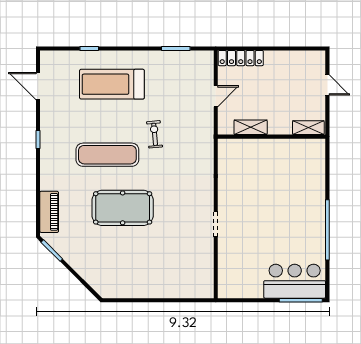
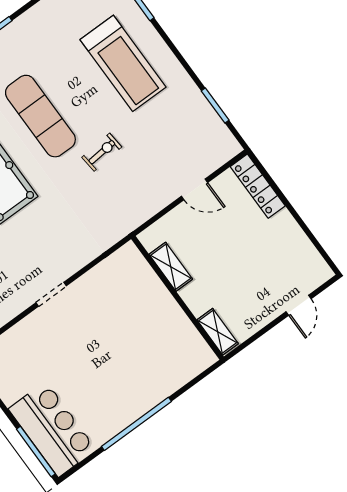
treadmill: (112, 84) -> (123, 63), turned 180
shelving: (251, 127) -> (171, 267), moved
shelving: (308, 128) -> (218, 332), moved
wall: (272, 137) -> (177, 298), moved

